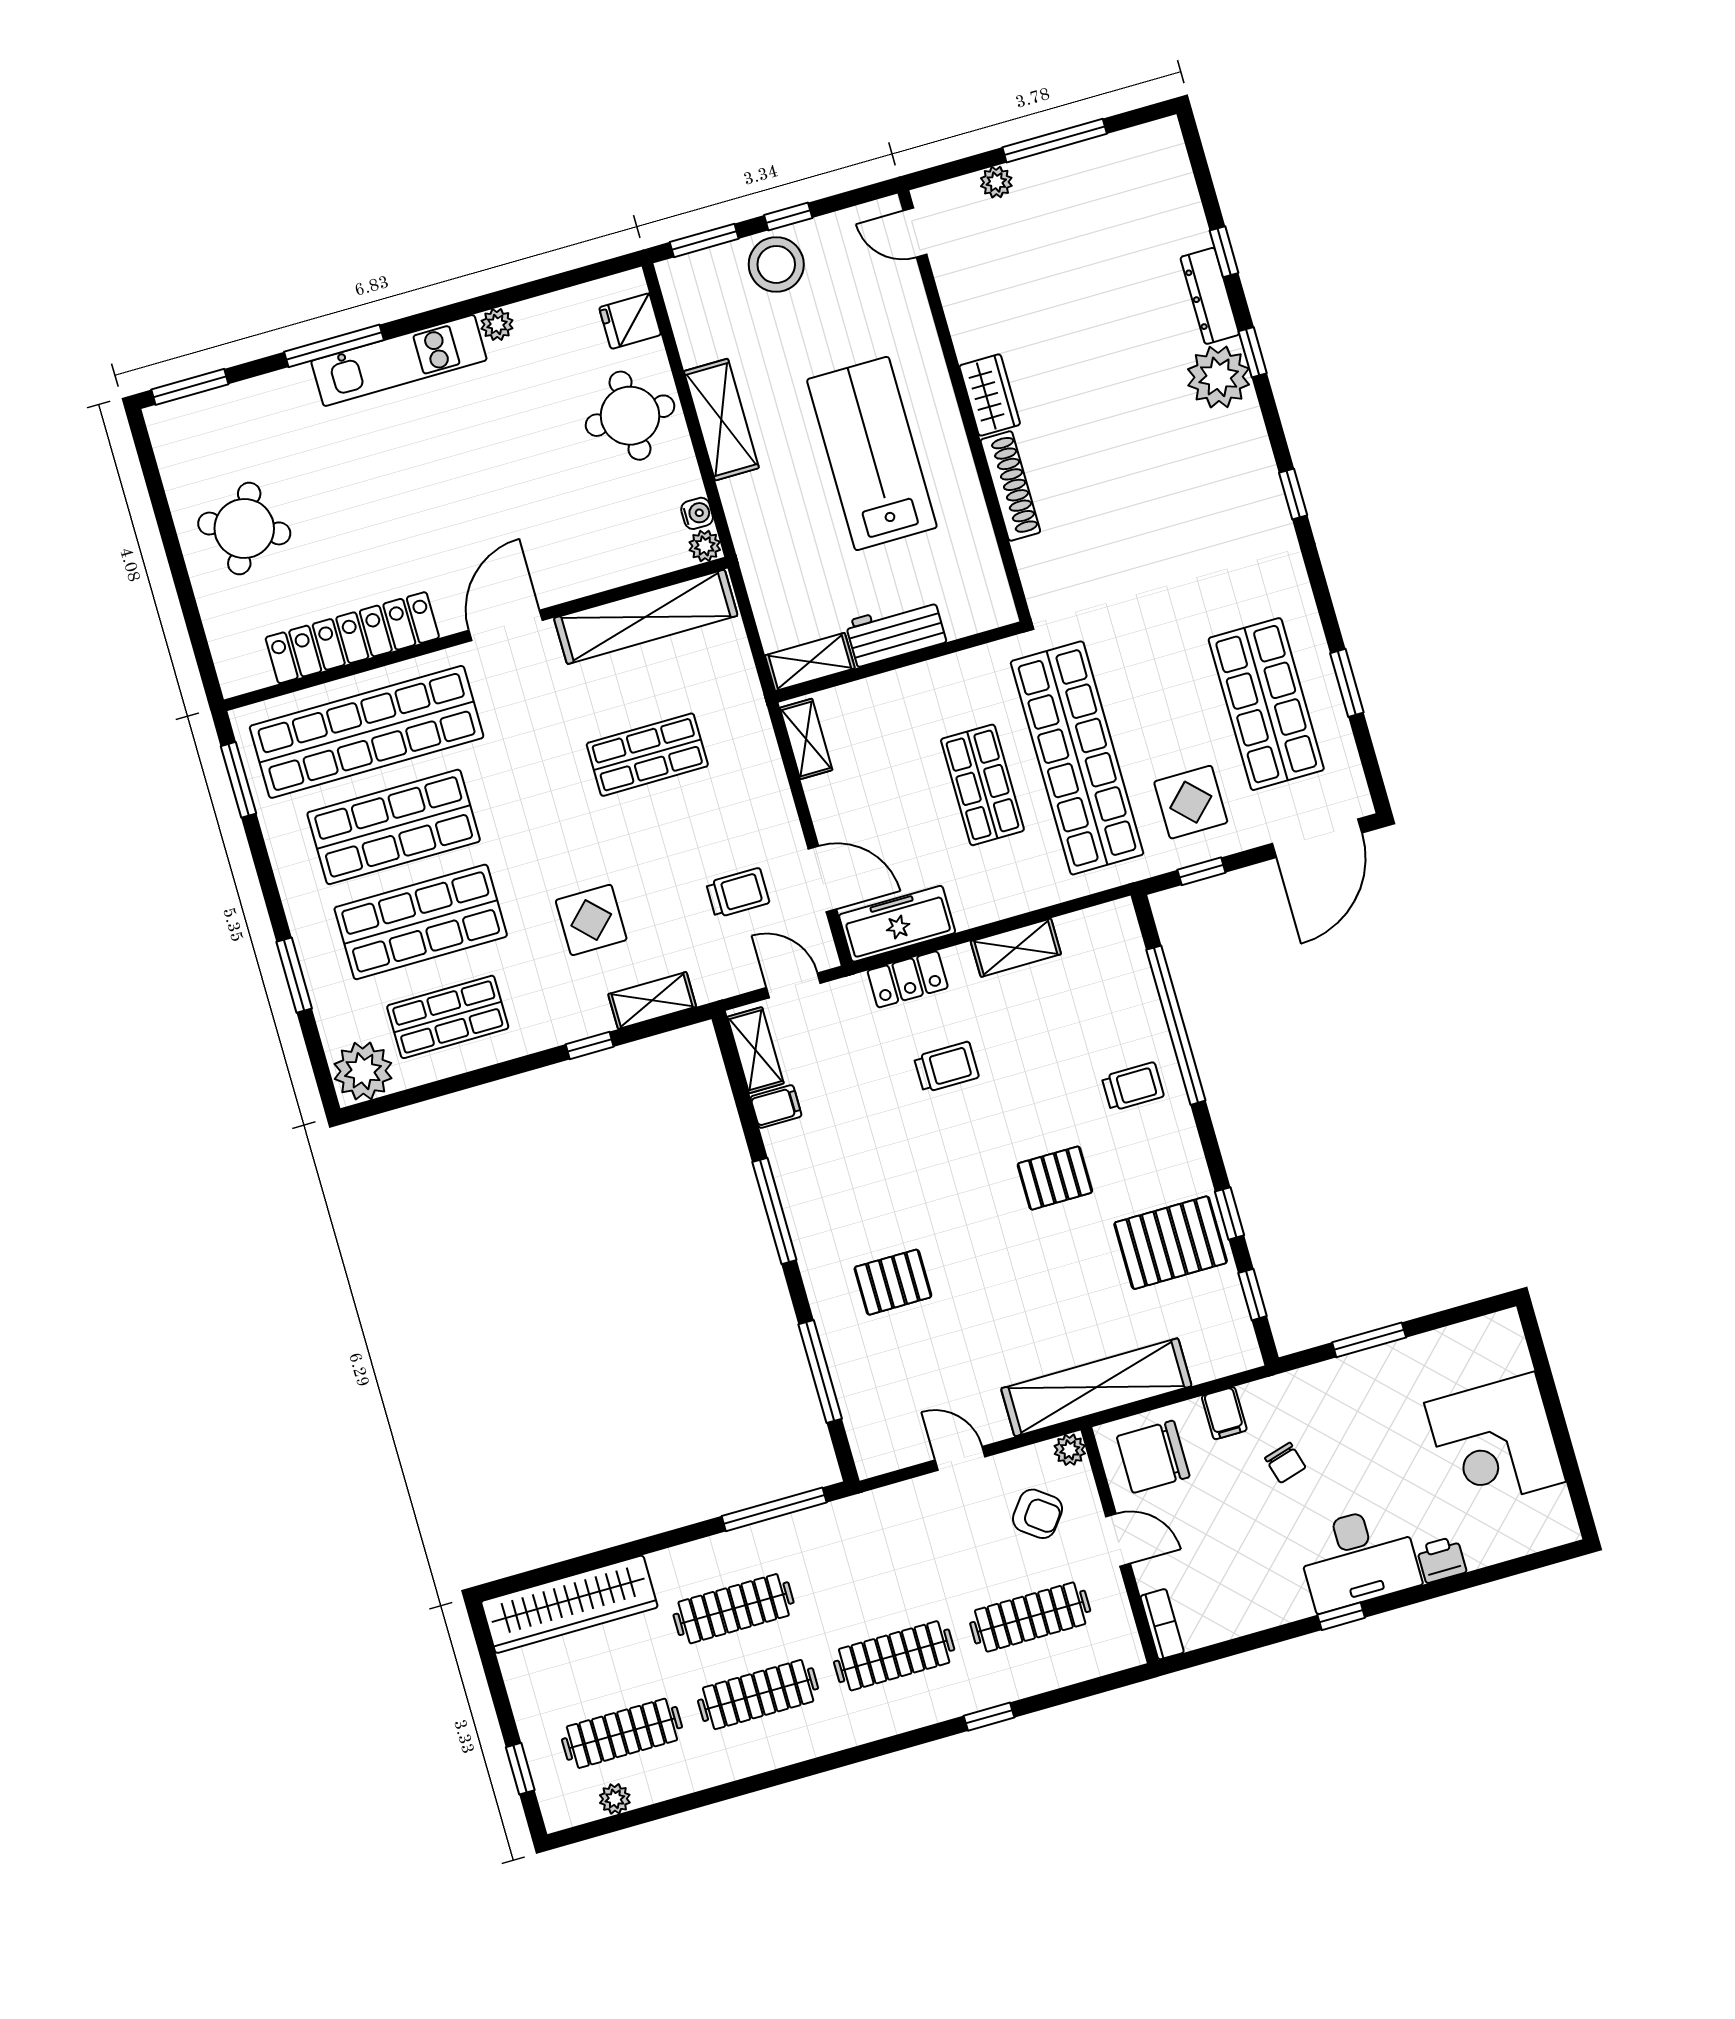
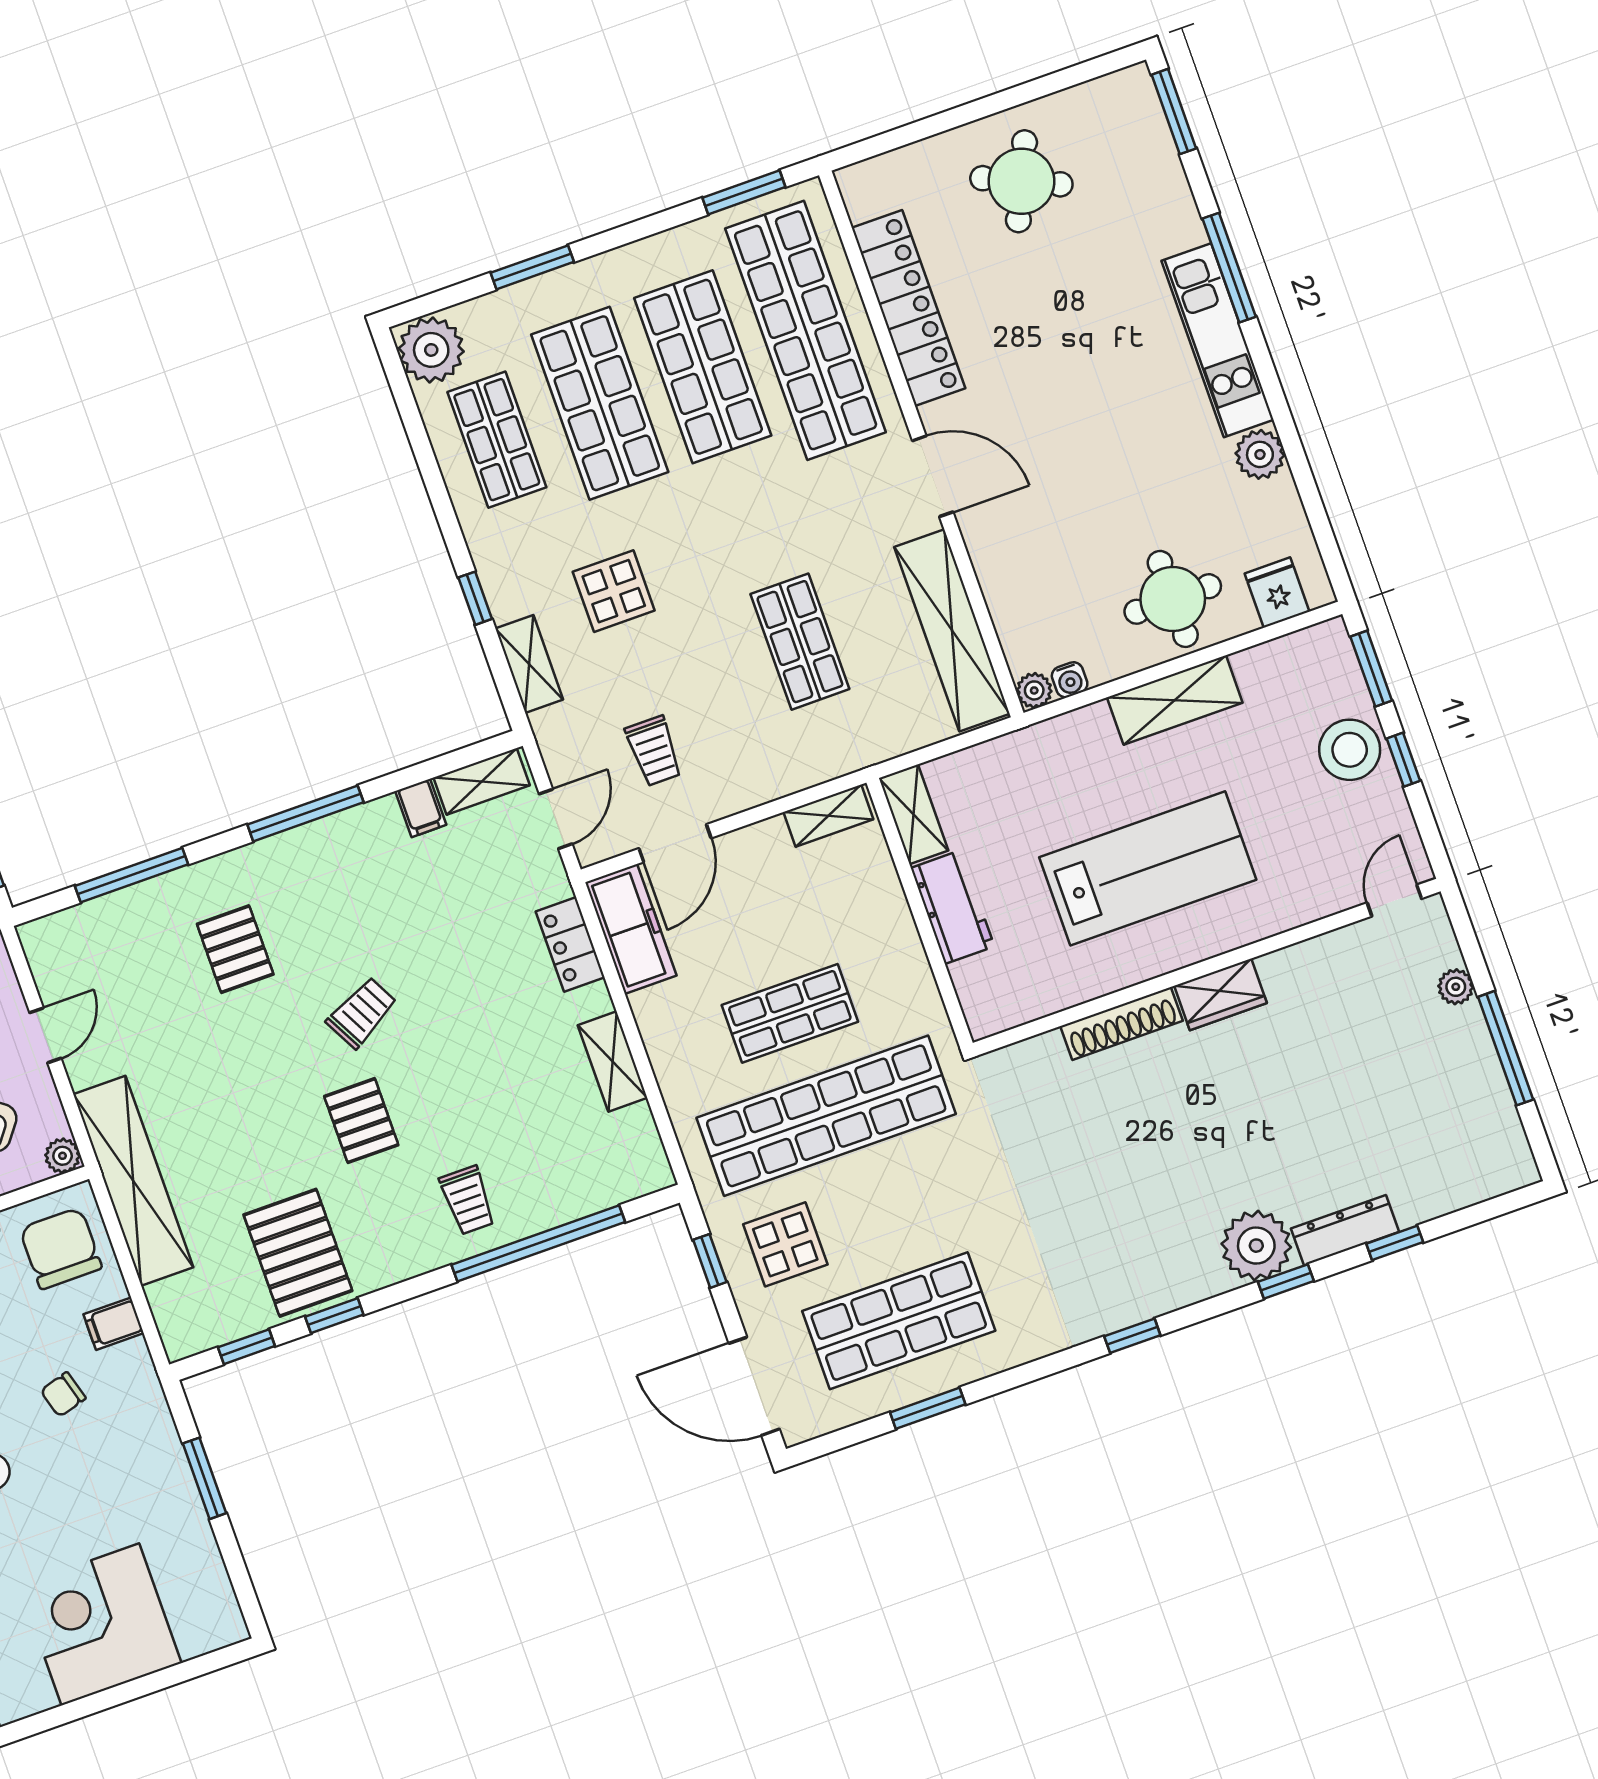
plant: (497, 324) -> (1260, 454), width x1.38, depth x1.38
trolley: (946, 1067) -> (362, 1013), moved, turned -118

